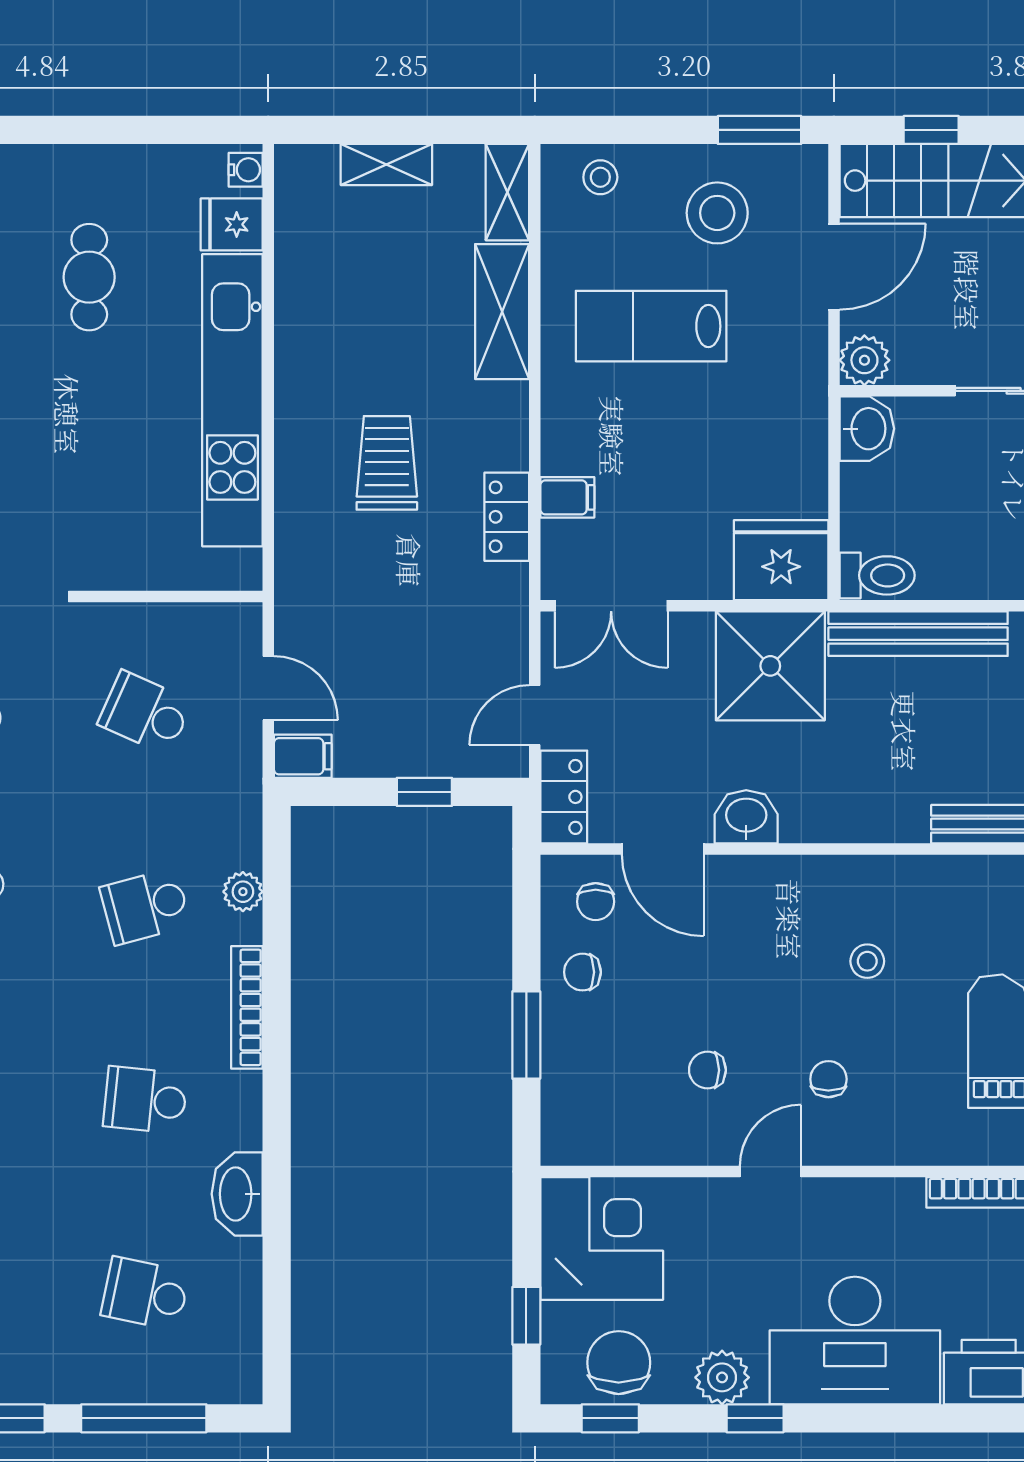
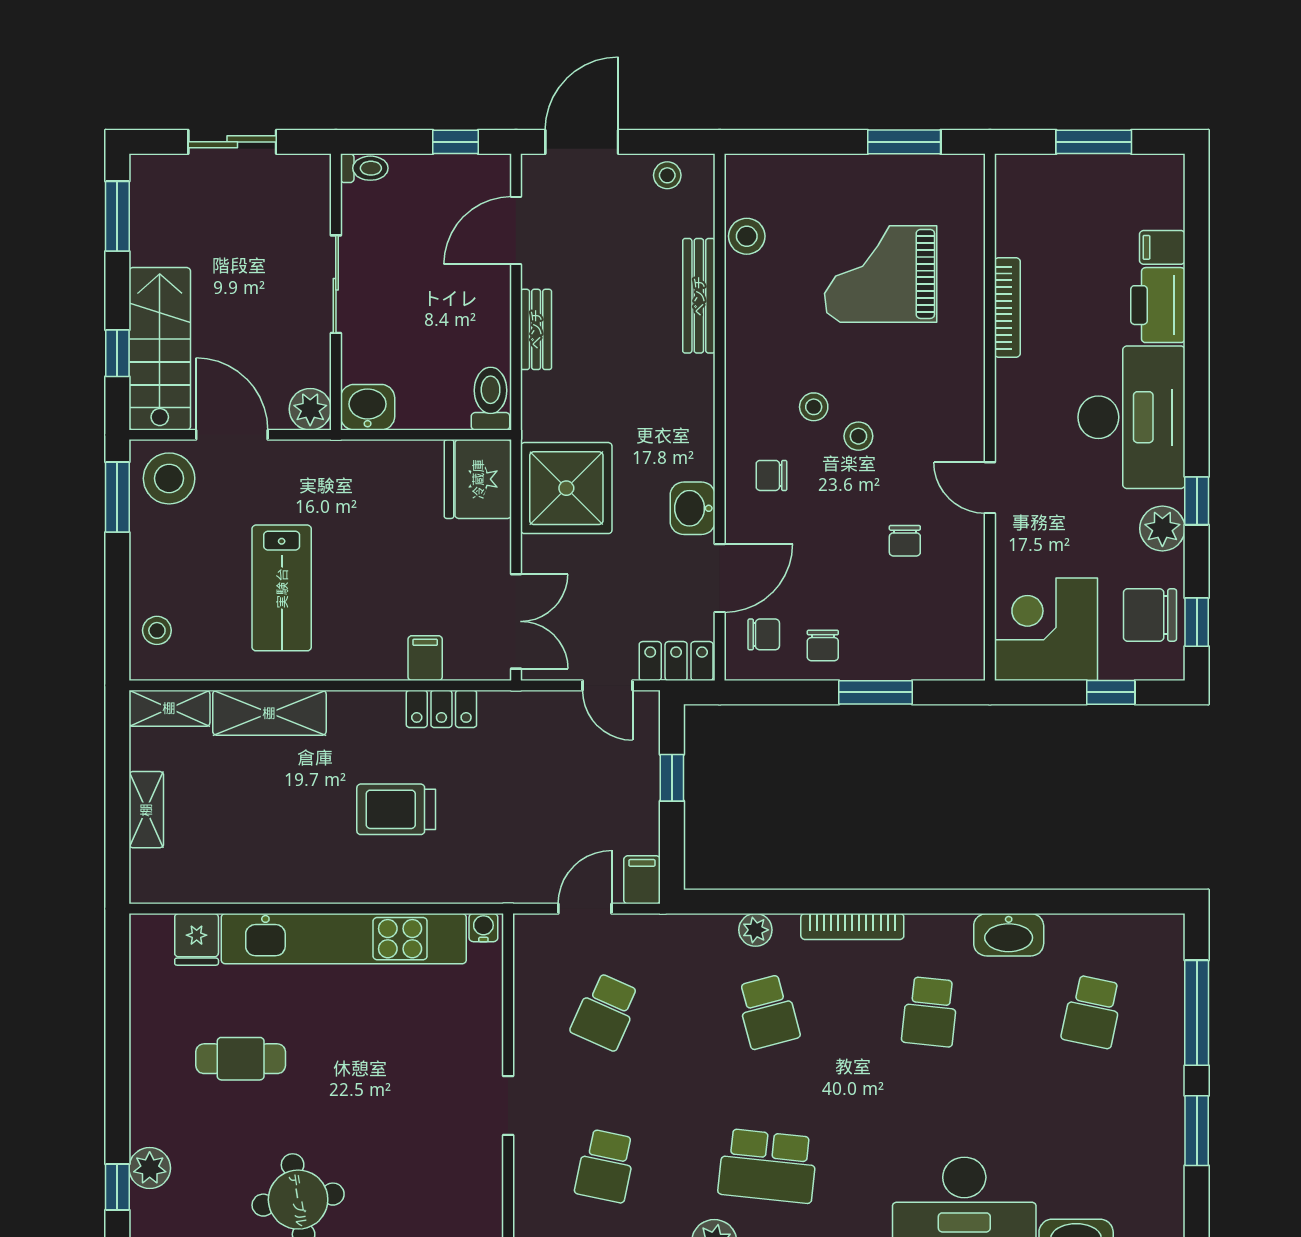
water cooler: (246, 170) -> (483, 928), moved
stool: (717, 213) -> (169, 478), moved
bench: (918, 634) -> (536, 329), width x0.54, depth x0.82
stool: (832, 1015) -> (858, 436), added
chair: (828, 1079) -> (771, 475), moved

